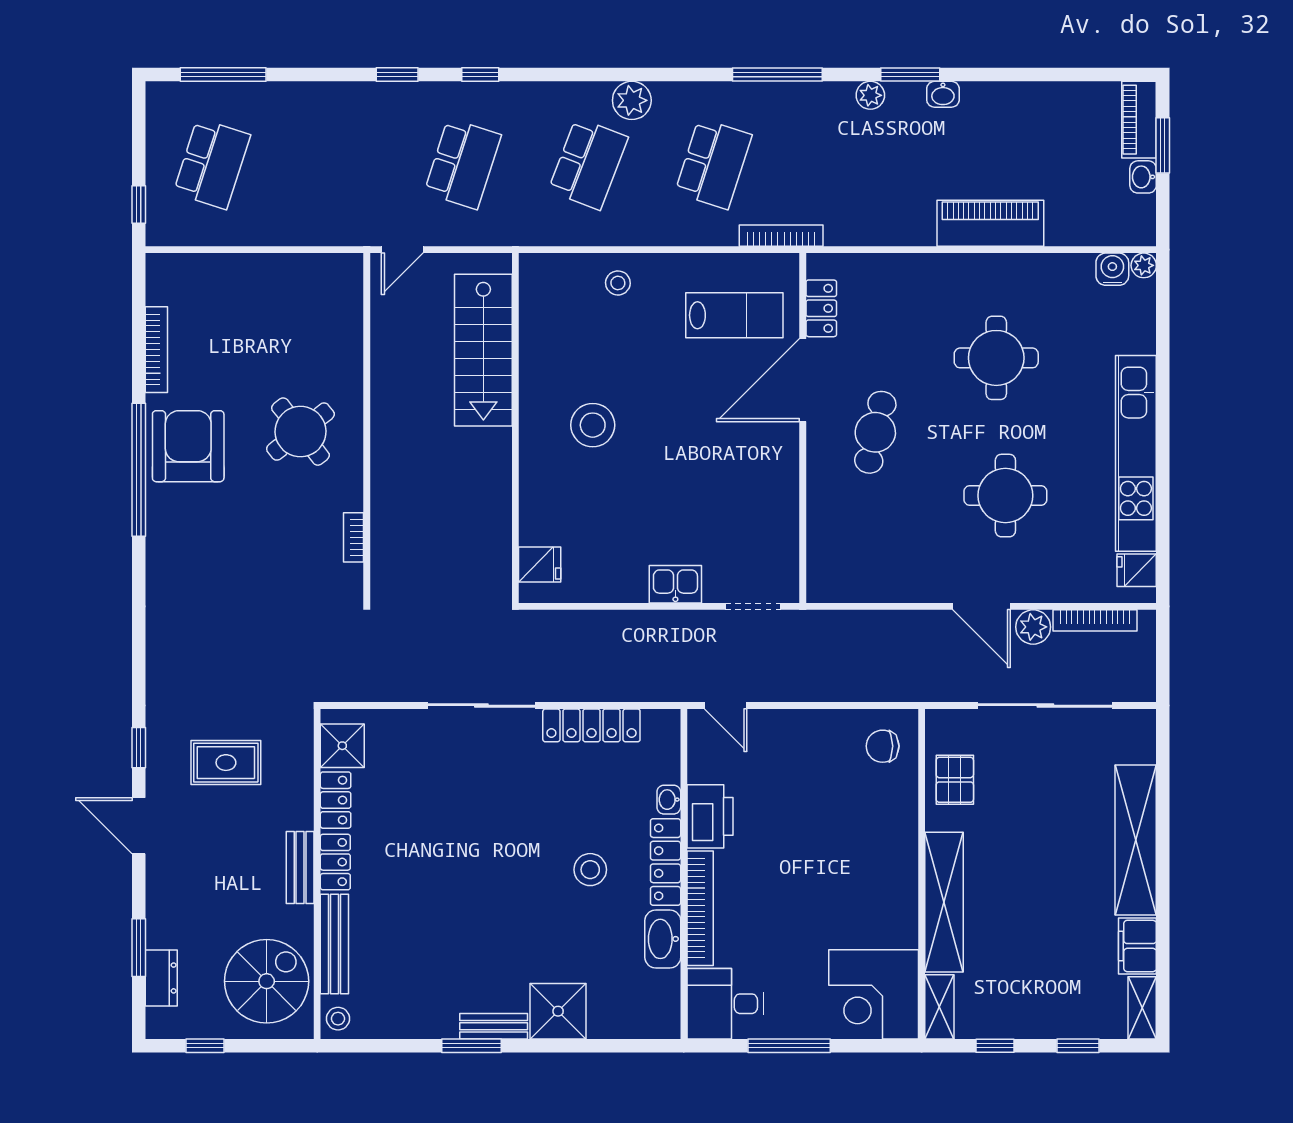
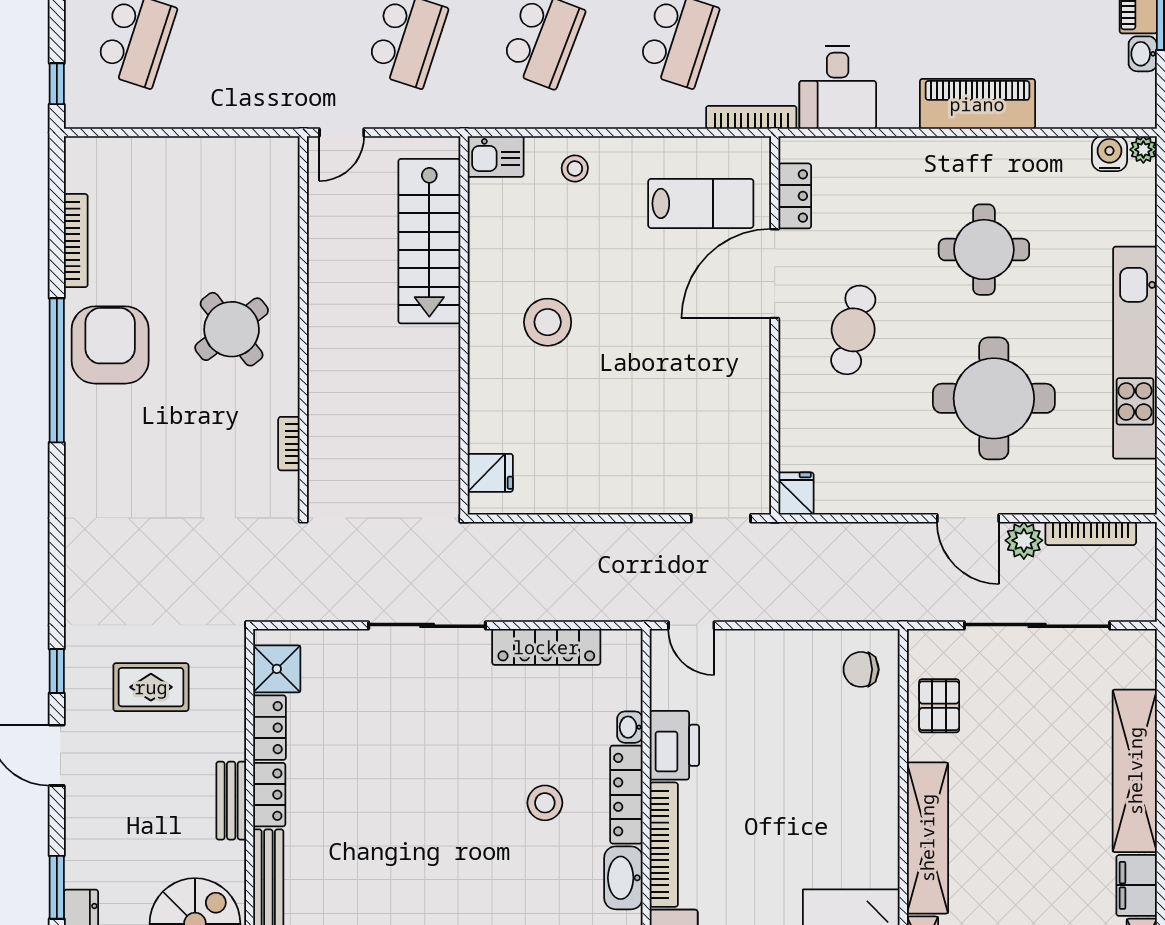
desk: (861, 208) -> (838, 87), added
round table: (1005, 496) -> (994, 398), width x1.36, depth x1.36
fridge: (1137, 570) -> (796, 494), moved, turned 90
kitchen sink: (675, 584) -> (496, 156), moved, turned 180

